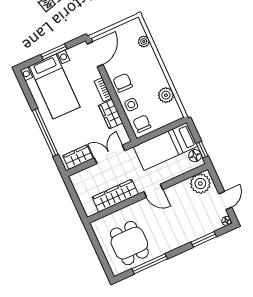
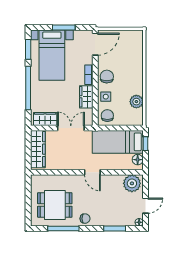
plant: (144, 42) -> (138, 51), removed
window: (27, 92) -> (28, 49), added
window: (202, 150) -> (145, 144), moved
wardrobe: (115, 196) -> (38, 149), moved, turned 90
dining table: (129, 243) -> (55, 205), turned 90
chair: (168, 243) -> (85, 219), added

